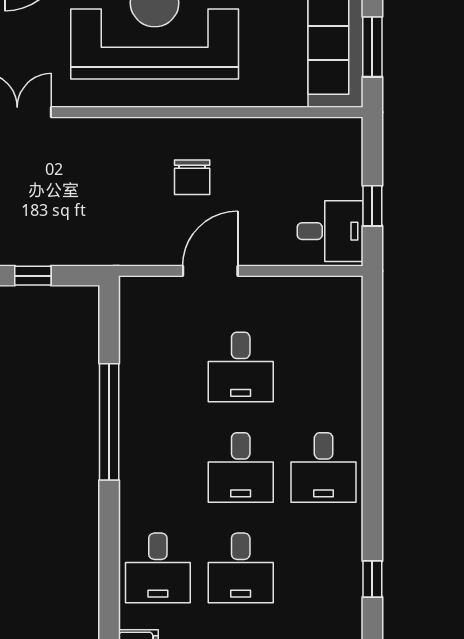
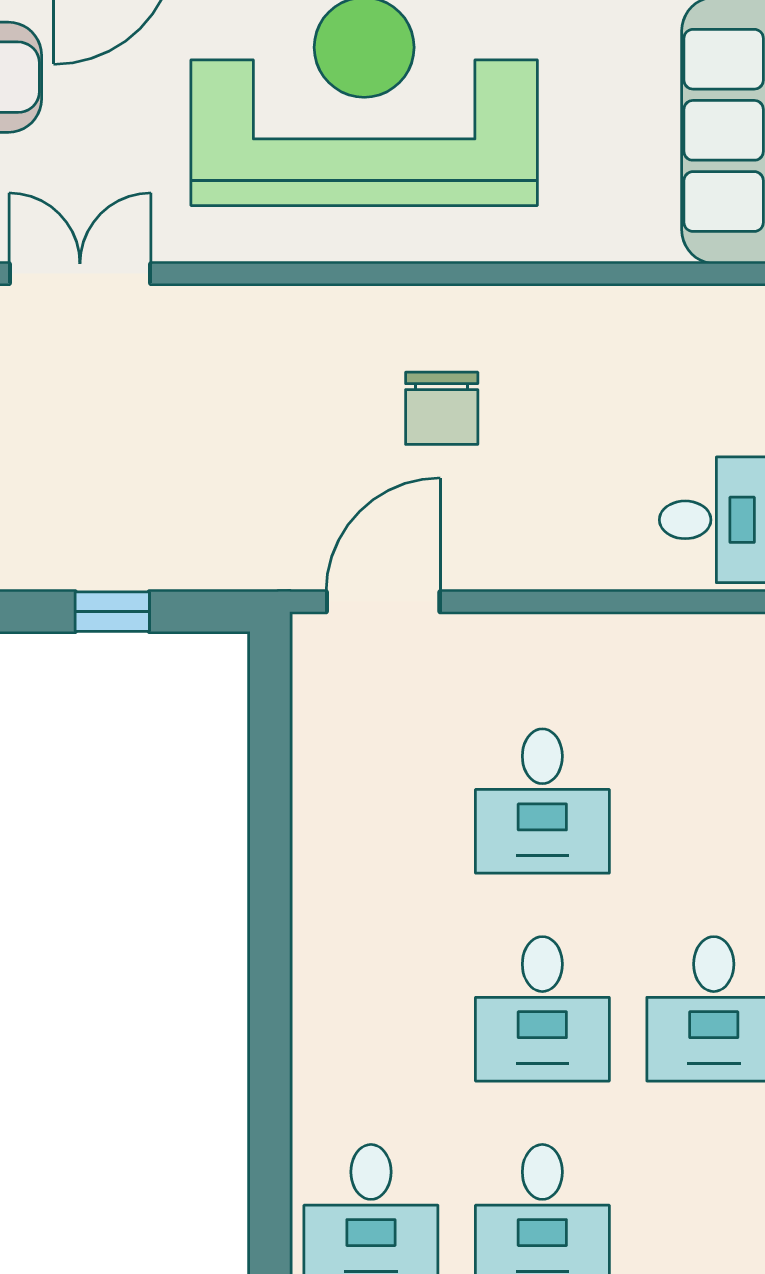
door: (210, 271) -> (383, 602), moved
window: (109, 422) -> (270, 914), removed

